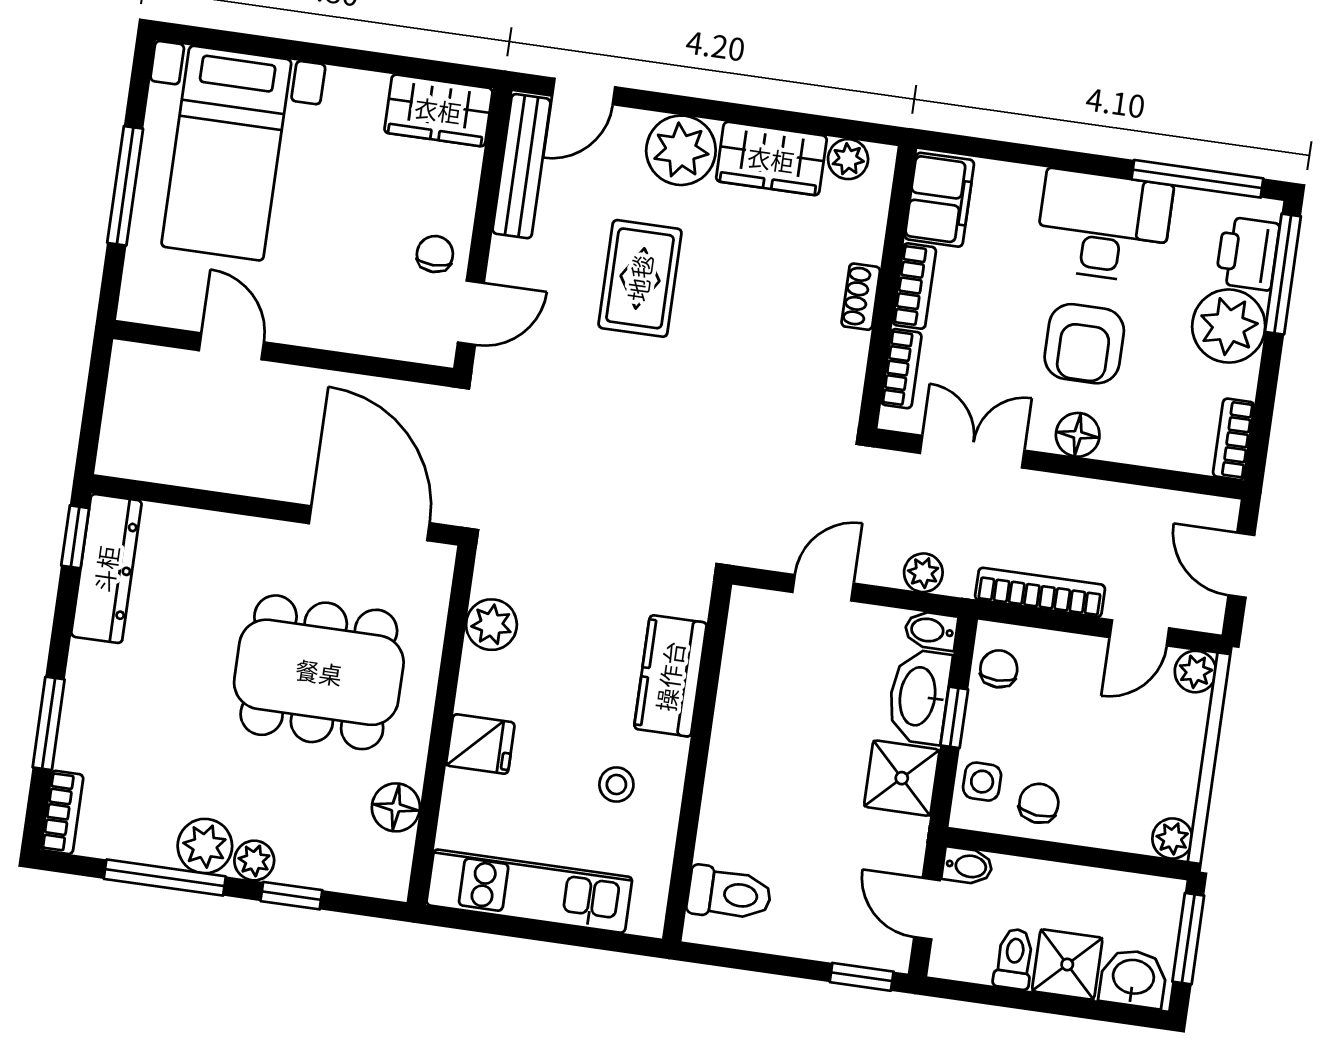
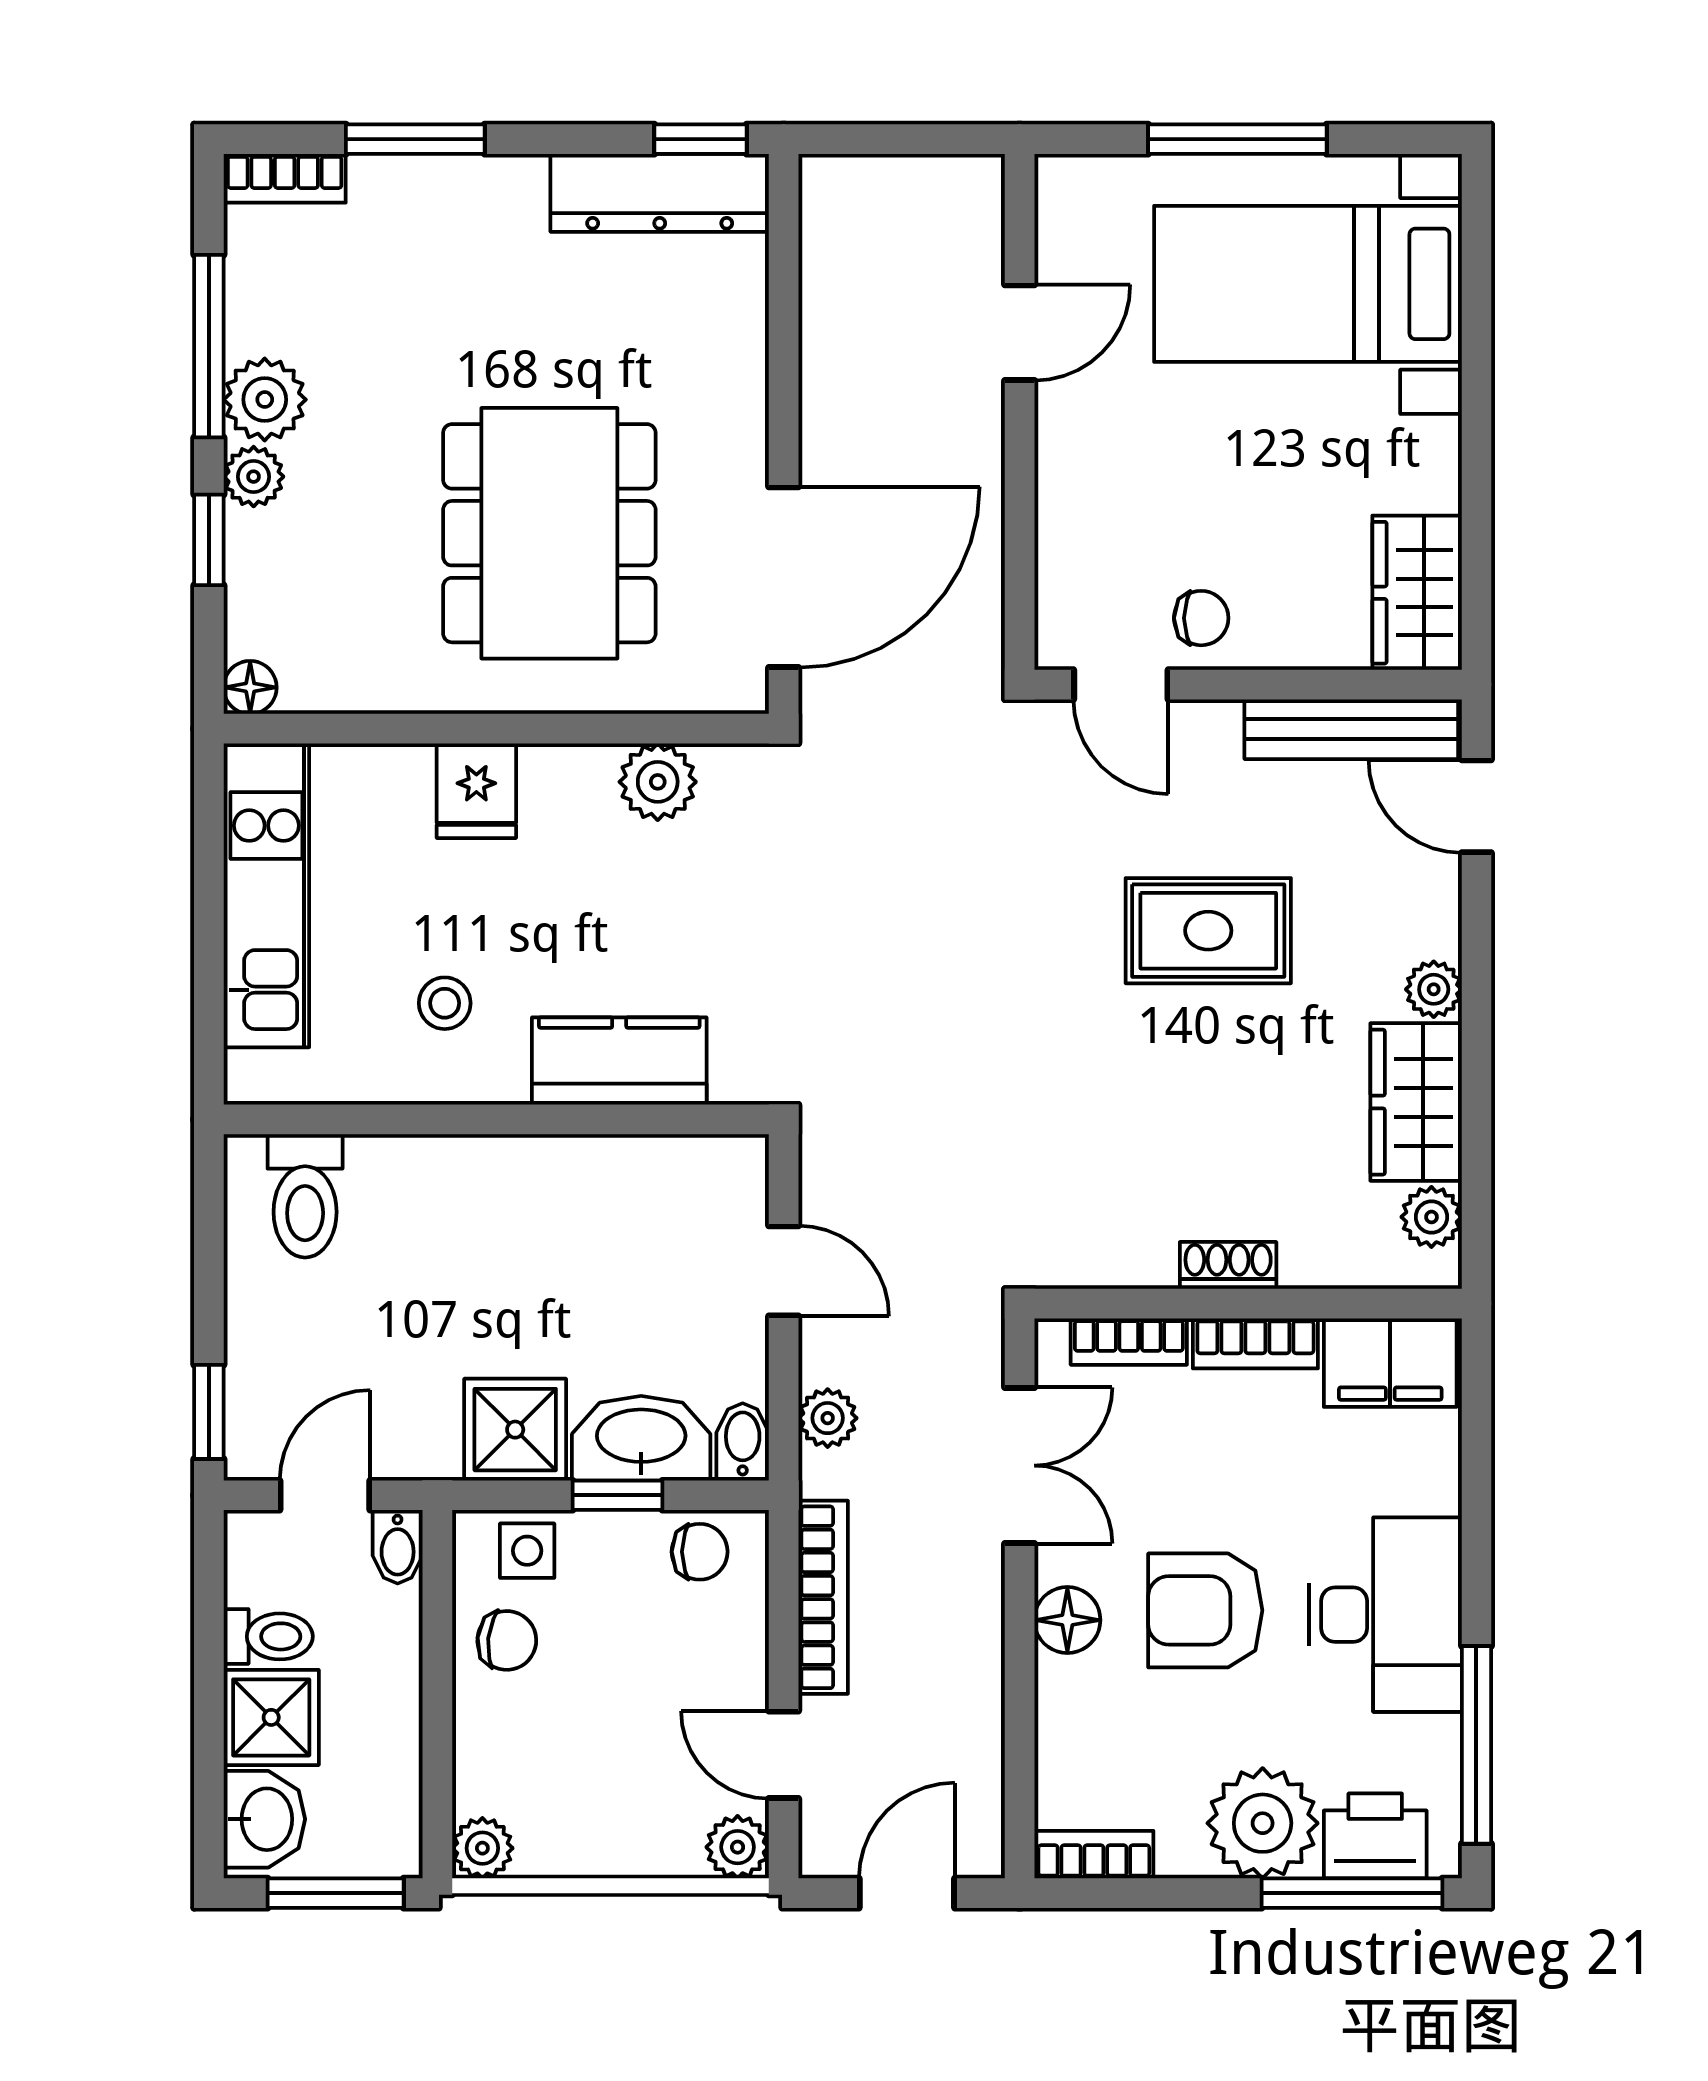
plant: (681, 150) -> (1434, 989), width x0.53, depth x0.53
floor lamp: (396, 807) -> (250, 687), moved, width x0.73, depth x0.73

